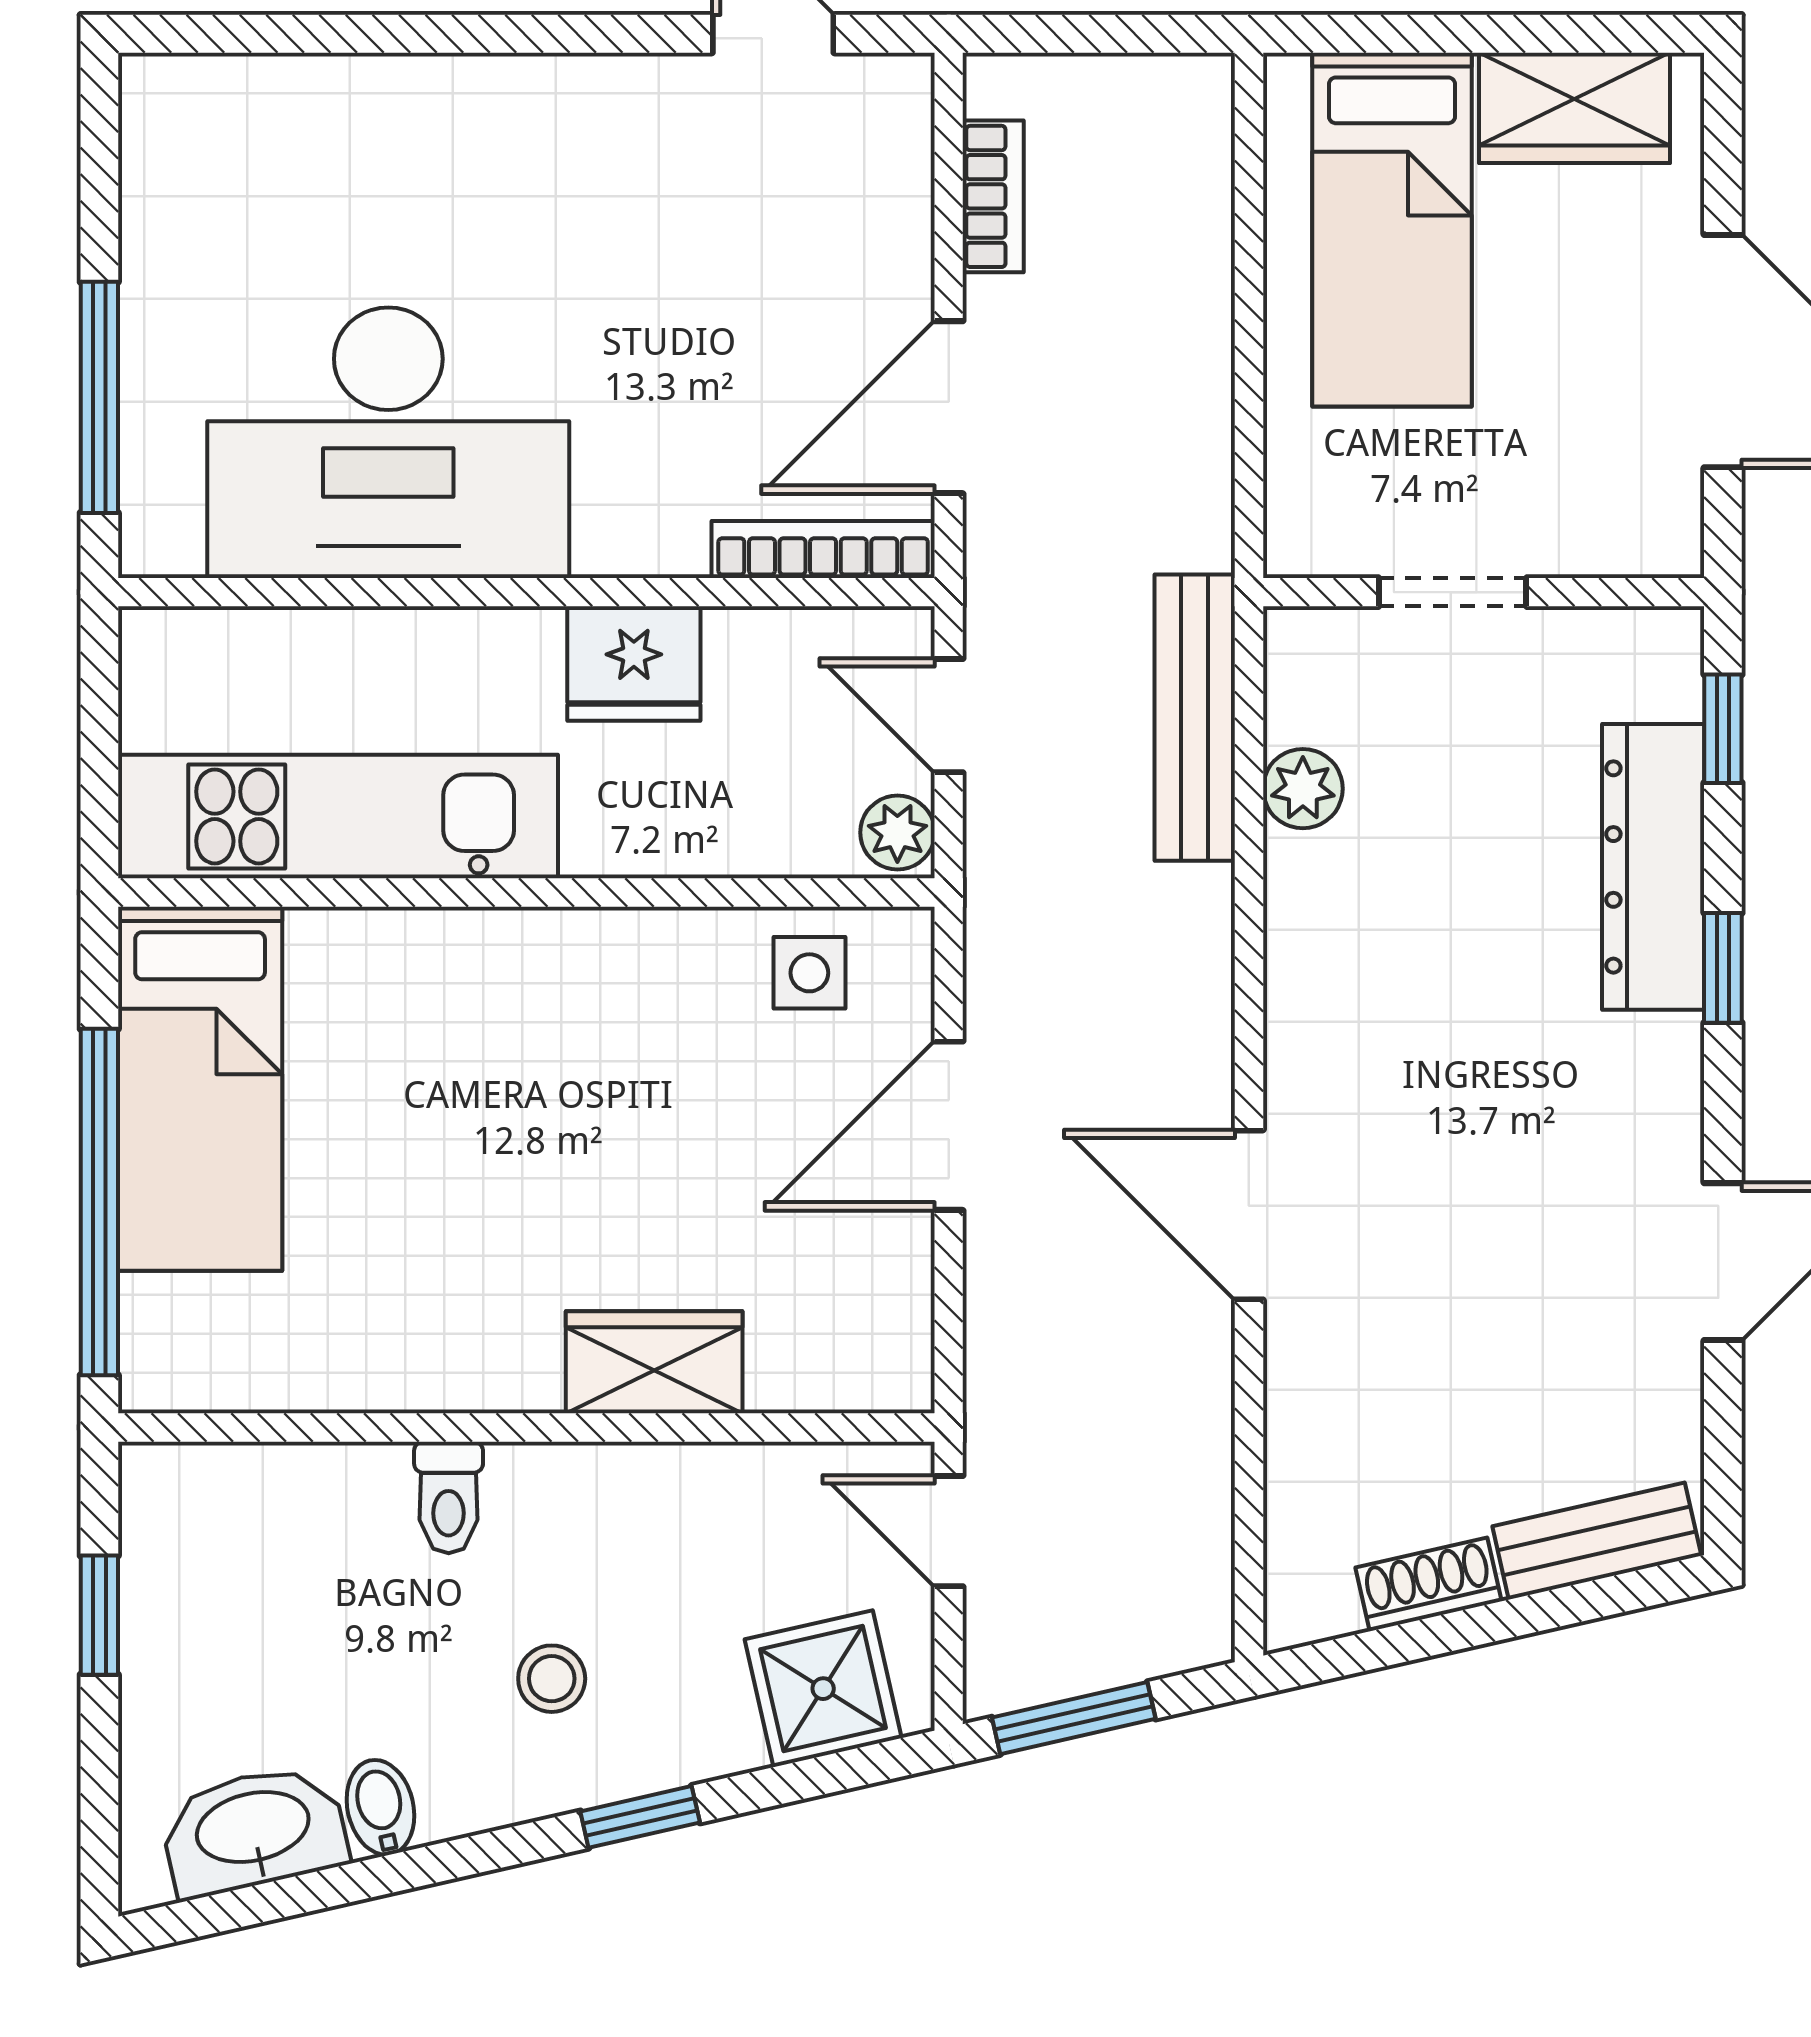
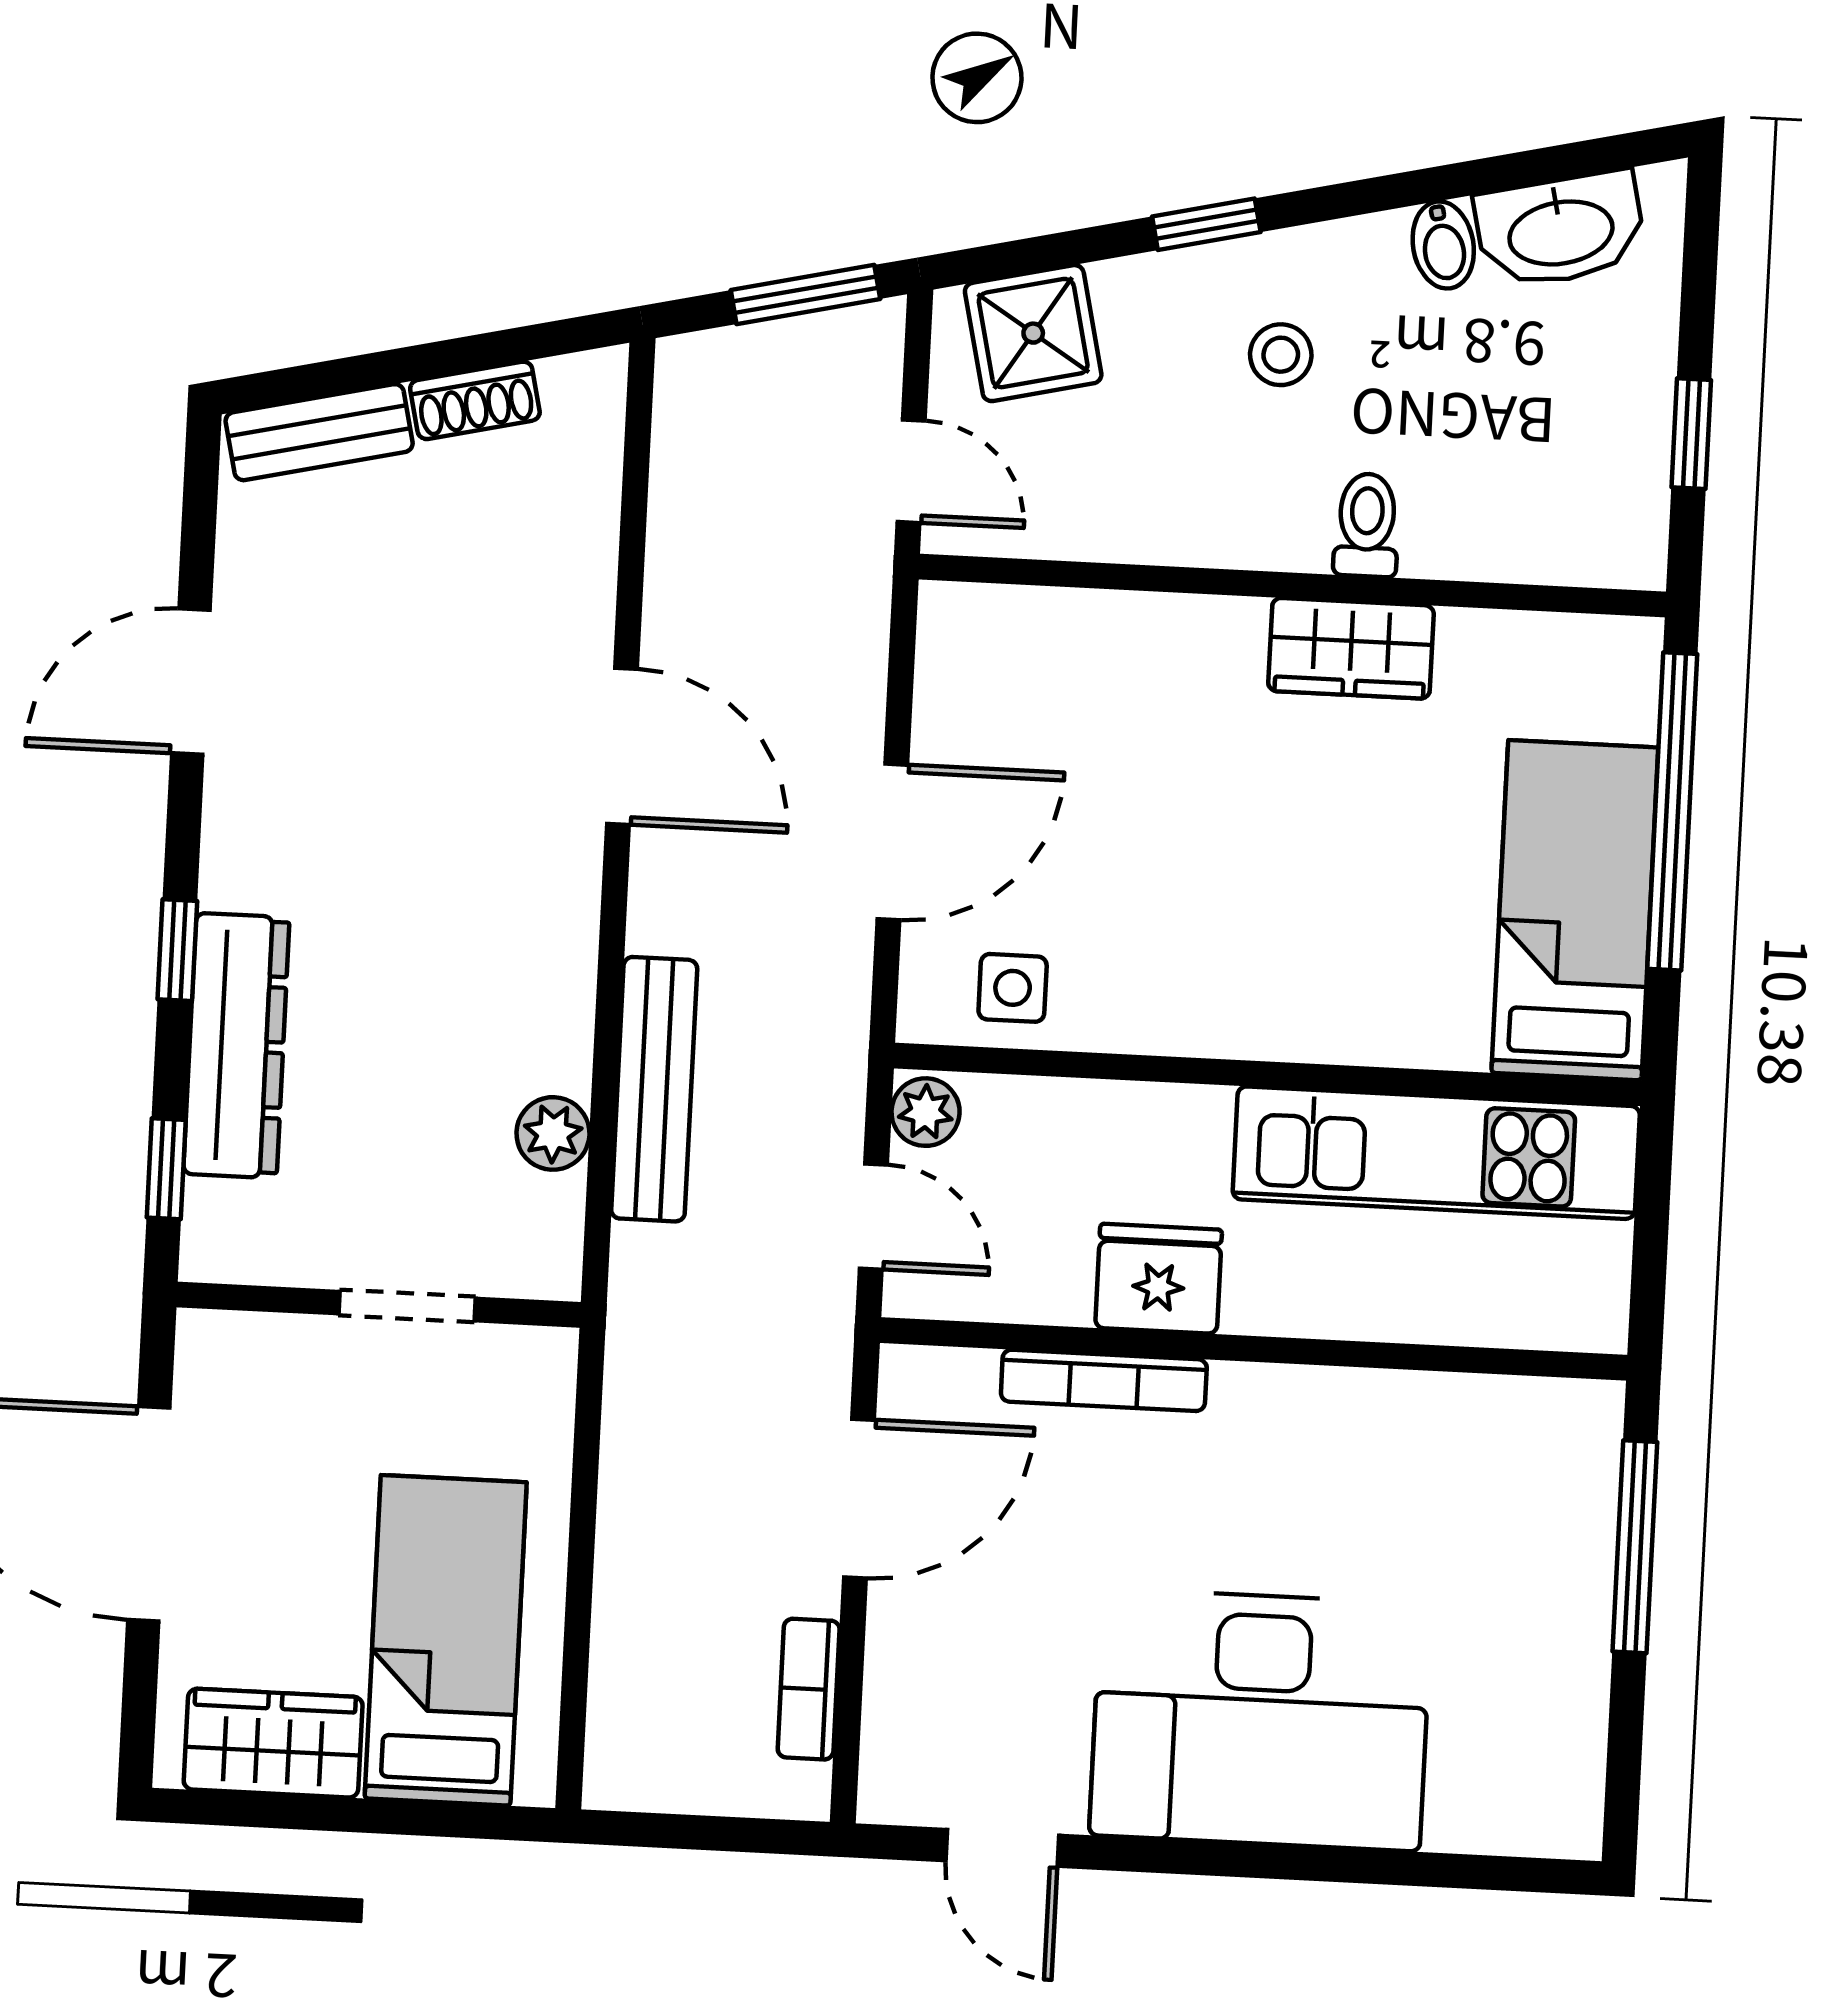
desk: (388, 443) -> (1260, 1720), moved, turned 180
bookcase: (823, 550) -> (1104, 1380), moved
bench: (1195, 718) -> (654, 1089), moved
wardrobe: (654, 1362) -> (1351, 648), moved

